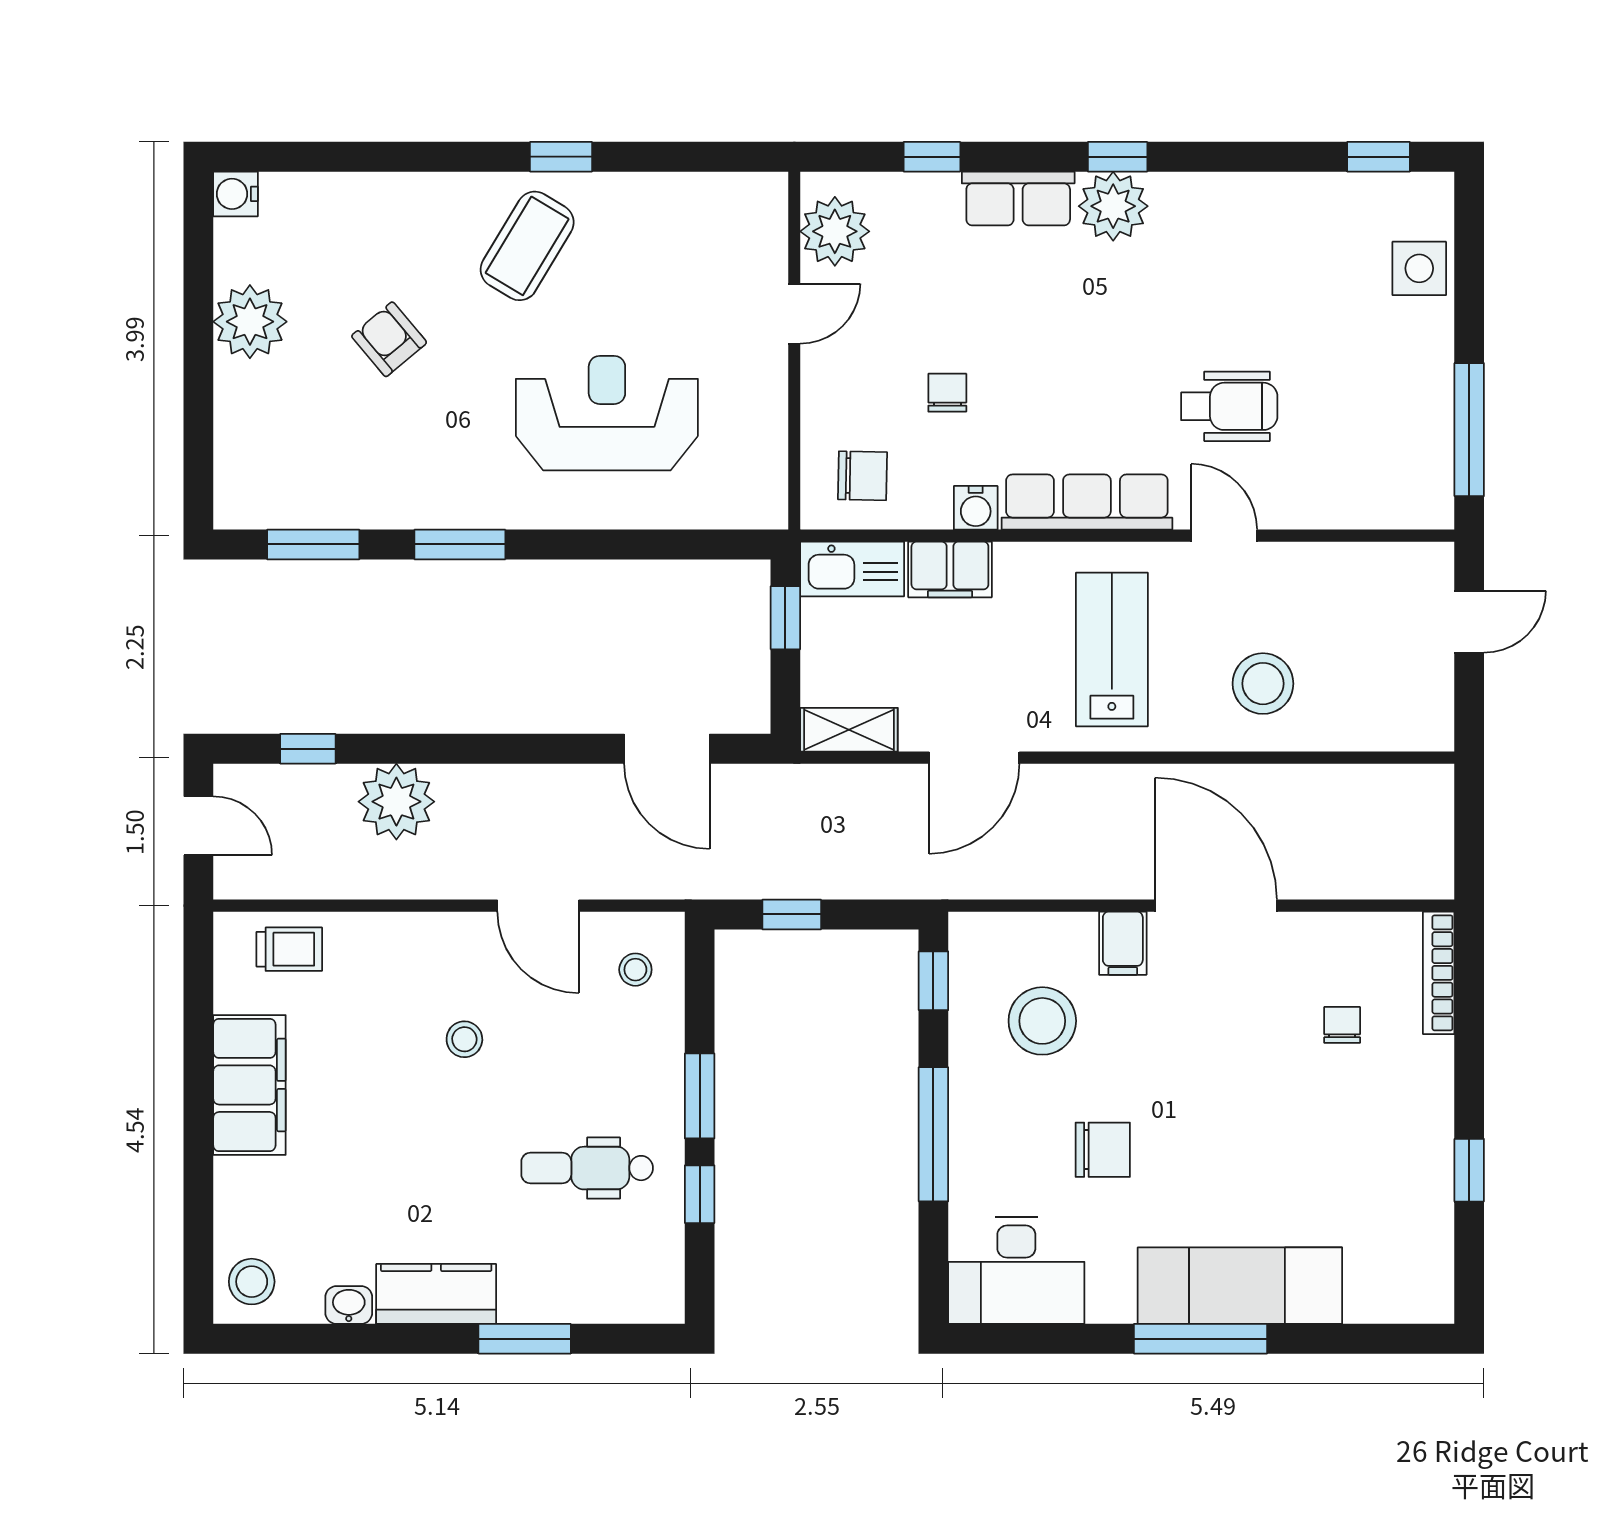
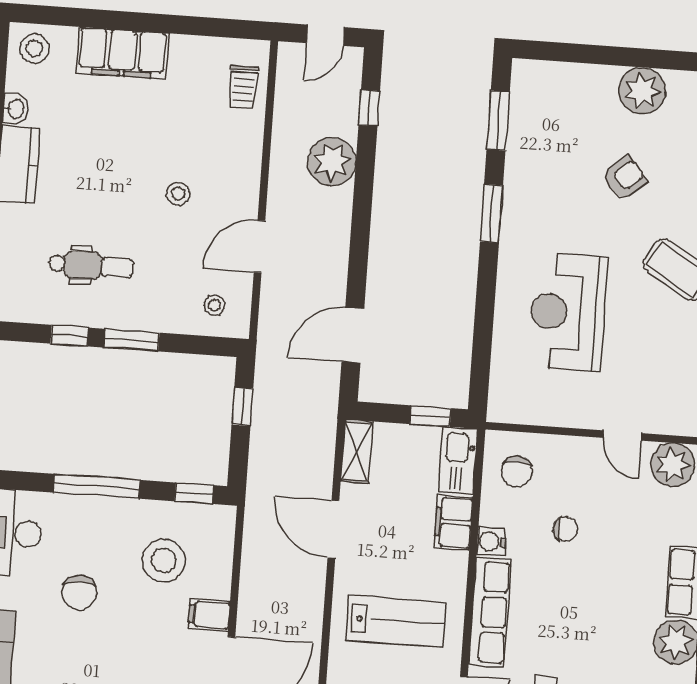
reception desk: (607, 413) -> (568, 312), turned 180
filing cabinet: (249, 1085) -> (122, 53), moved
dental chair: (587, 1168) -> (91, 266), turned 90

